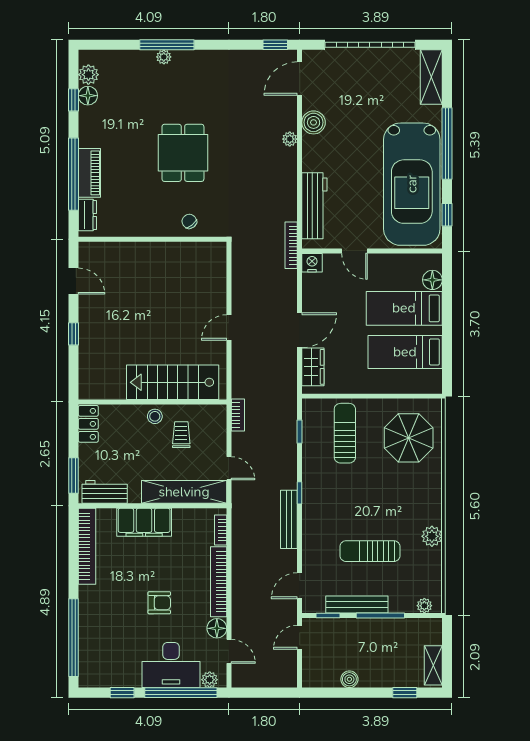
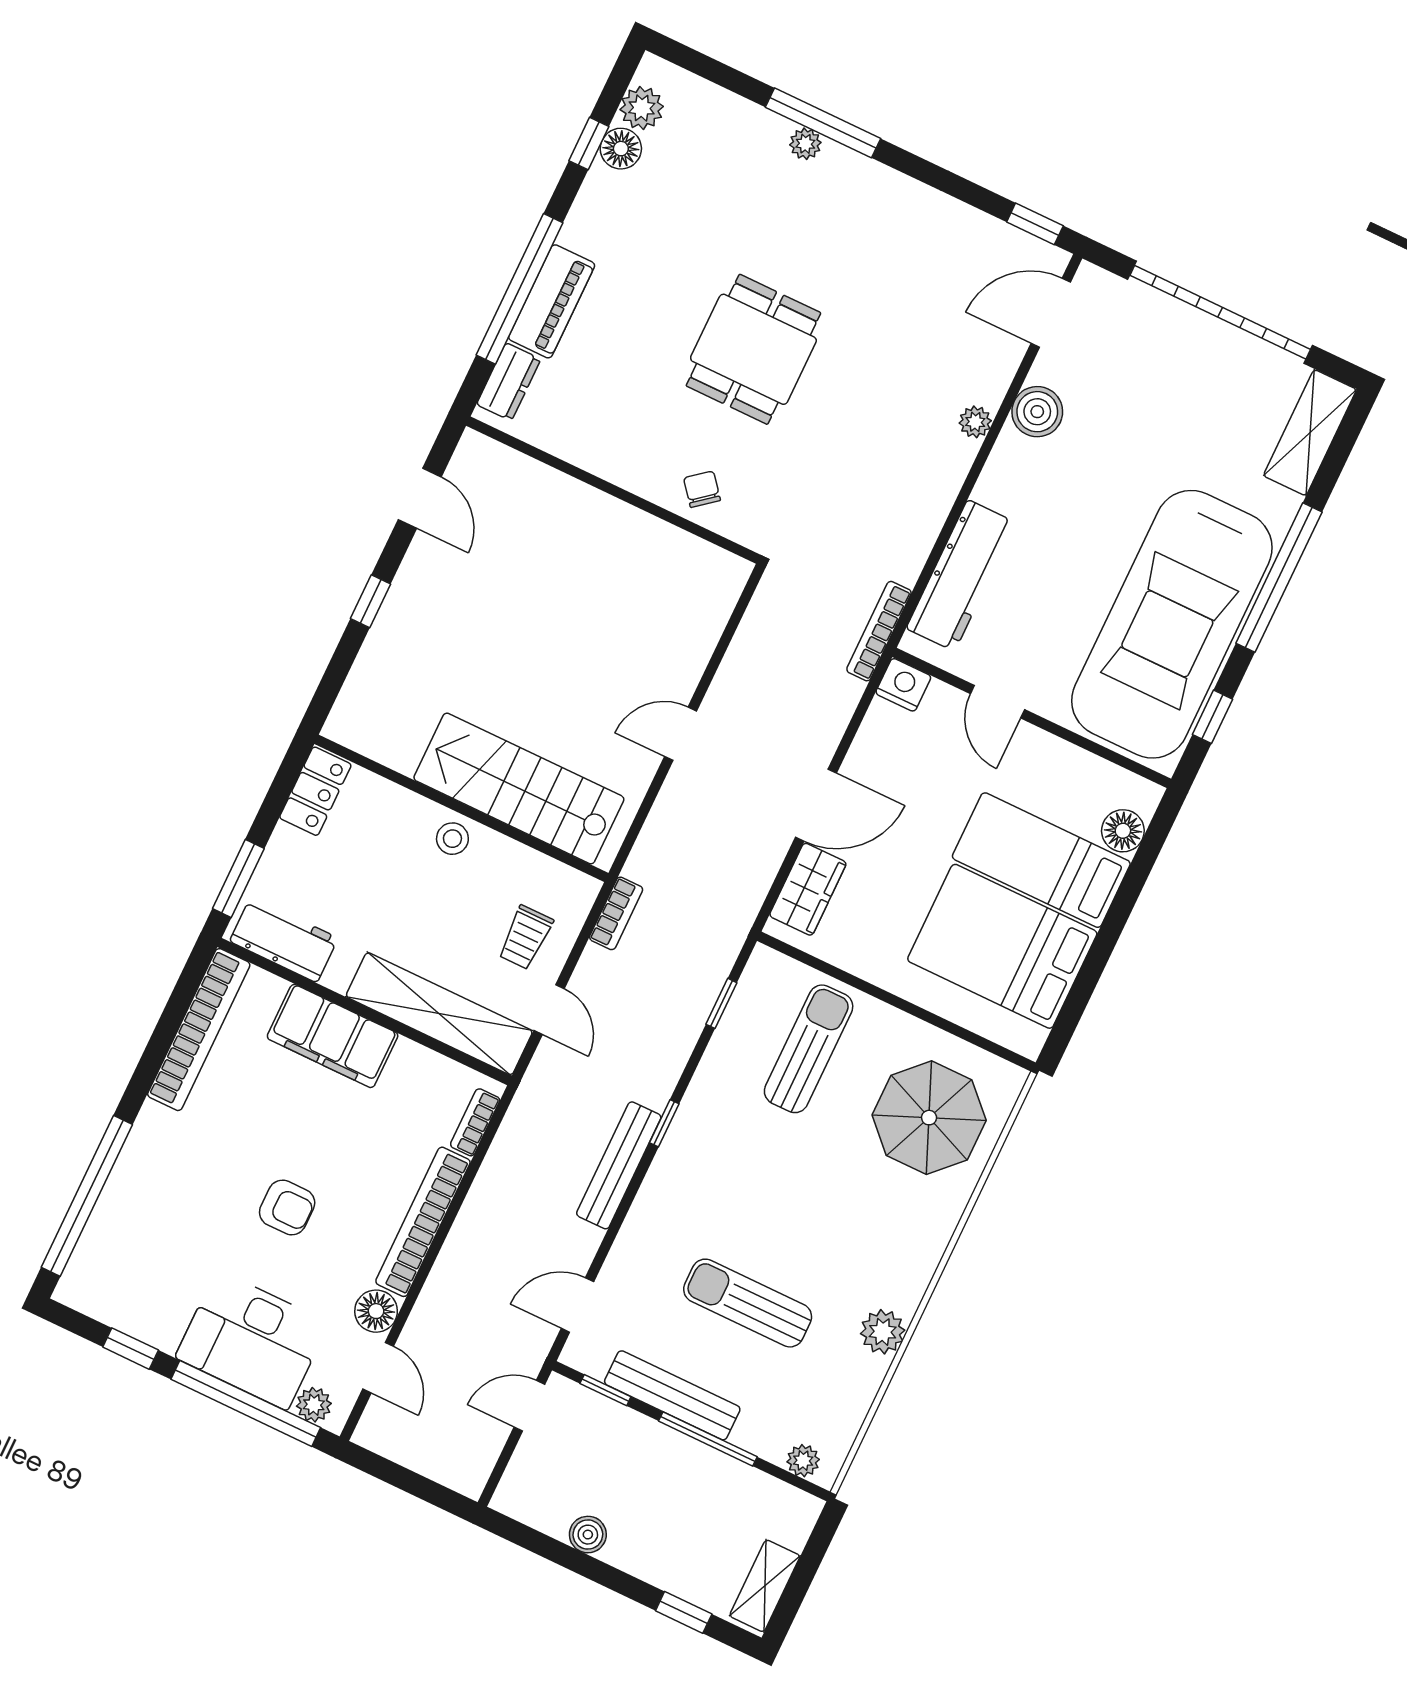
bed: (405, 352) -> (1002, 946), width x1.50
trolley: (181, 435) -> (525, 937), moved, turned 180

